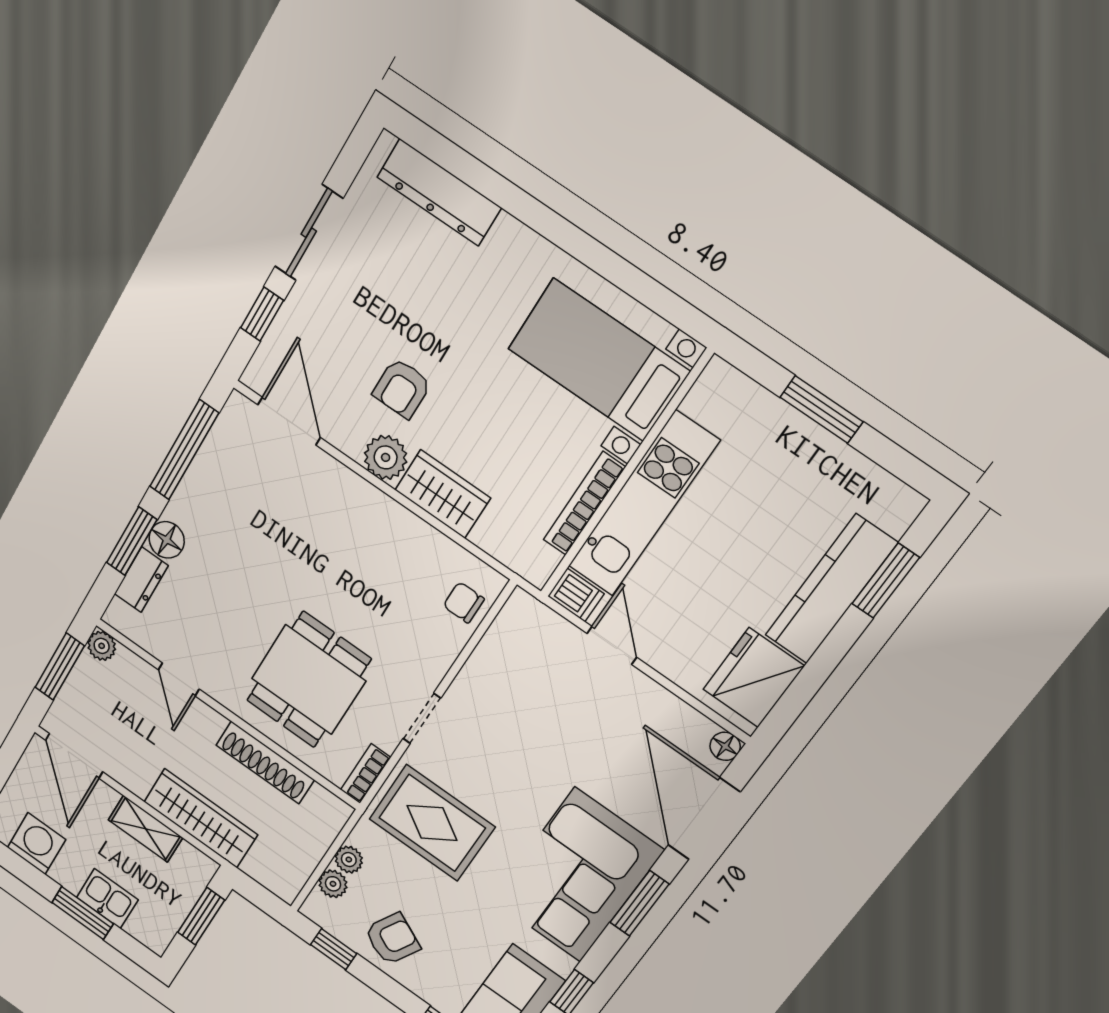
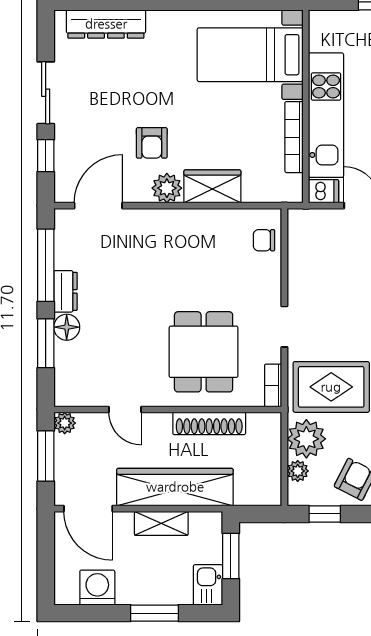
door: (289, 421) -> (98, 206), hinge flipped
dresser: (141, 580) -> (65, 291), moved
wardrobe: (201, 818) -> (175, 487), width x1.40, depth x1.17
plant: (349, 860) -> (306, 439), width x1.88, depth x1.88
kitchen sink: (107, 899) -> (208, 585), moved, turned -90

